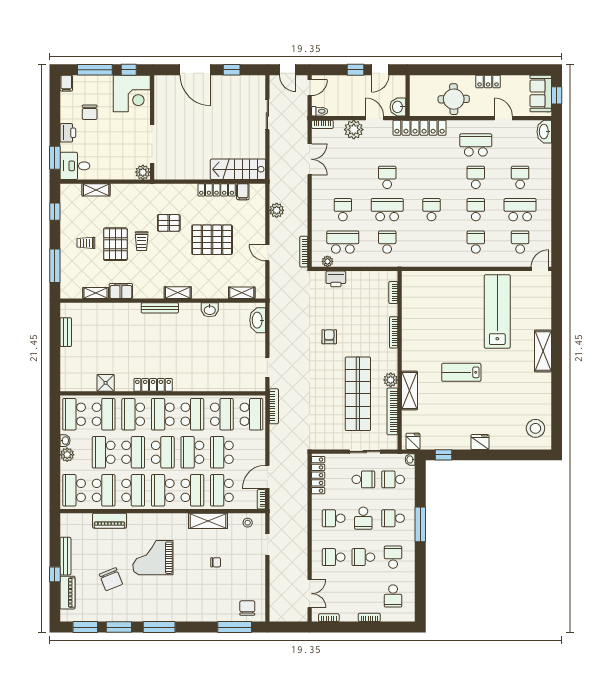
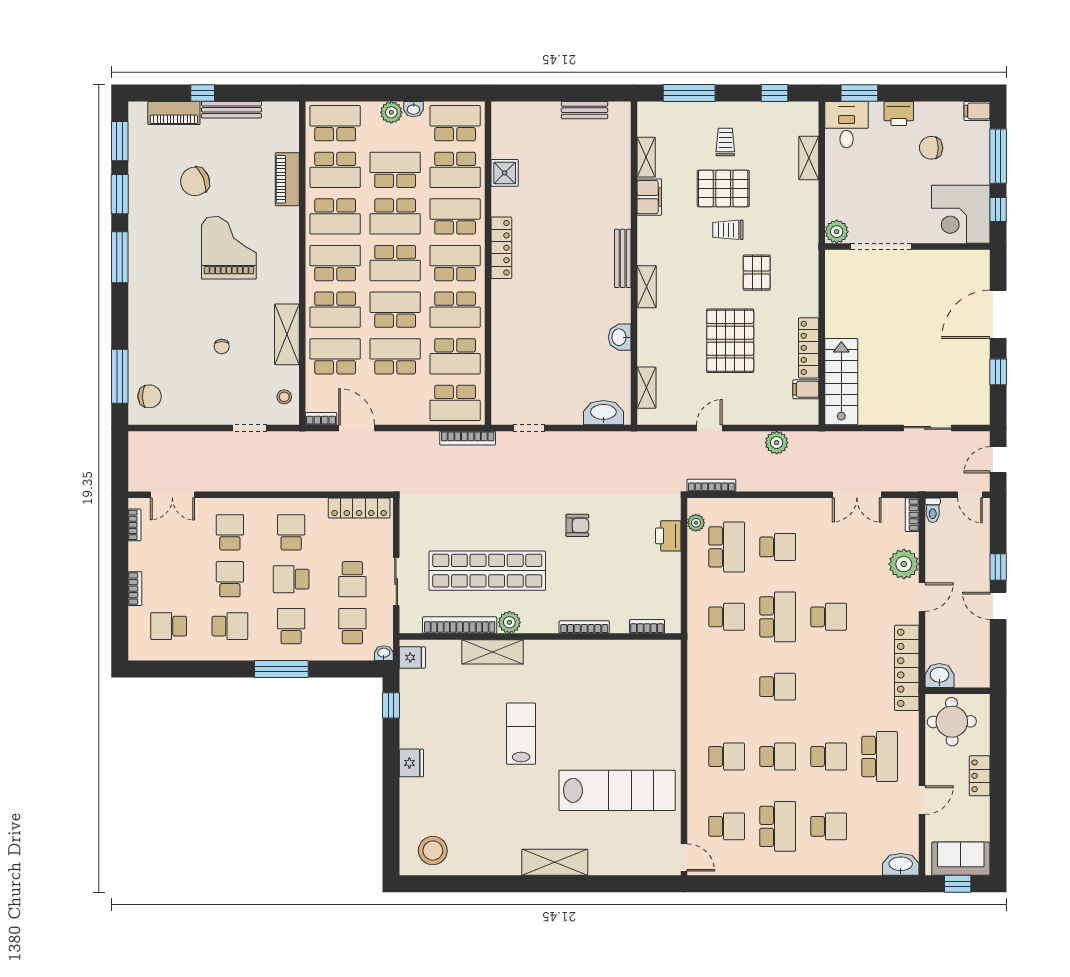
wall: (408, 96) -> (957, 691), moved
washbasin: (398, 107) -> (939, 676), moved

